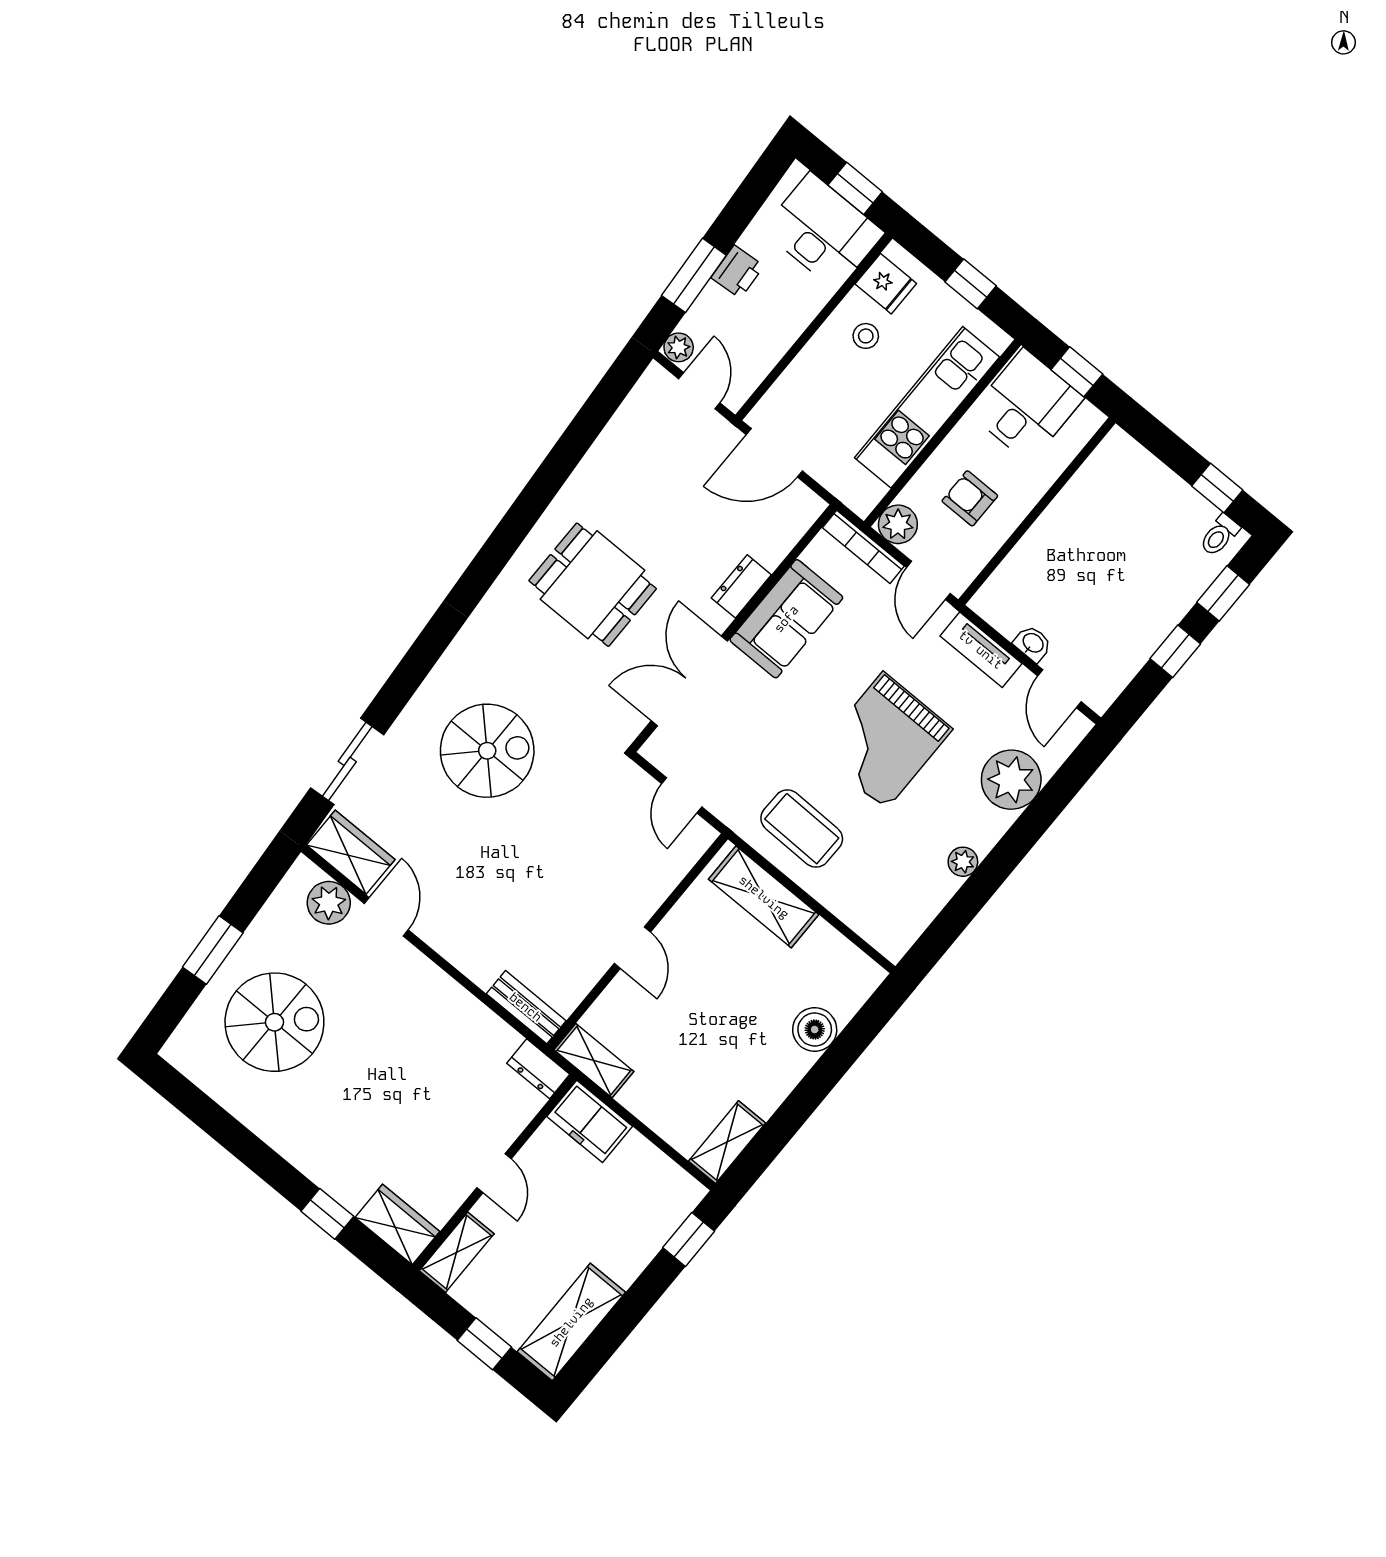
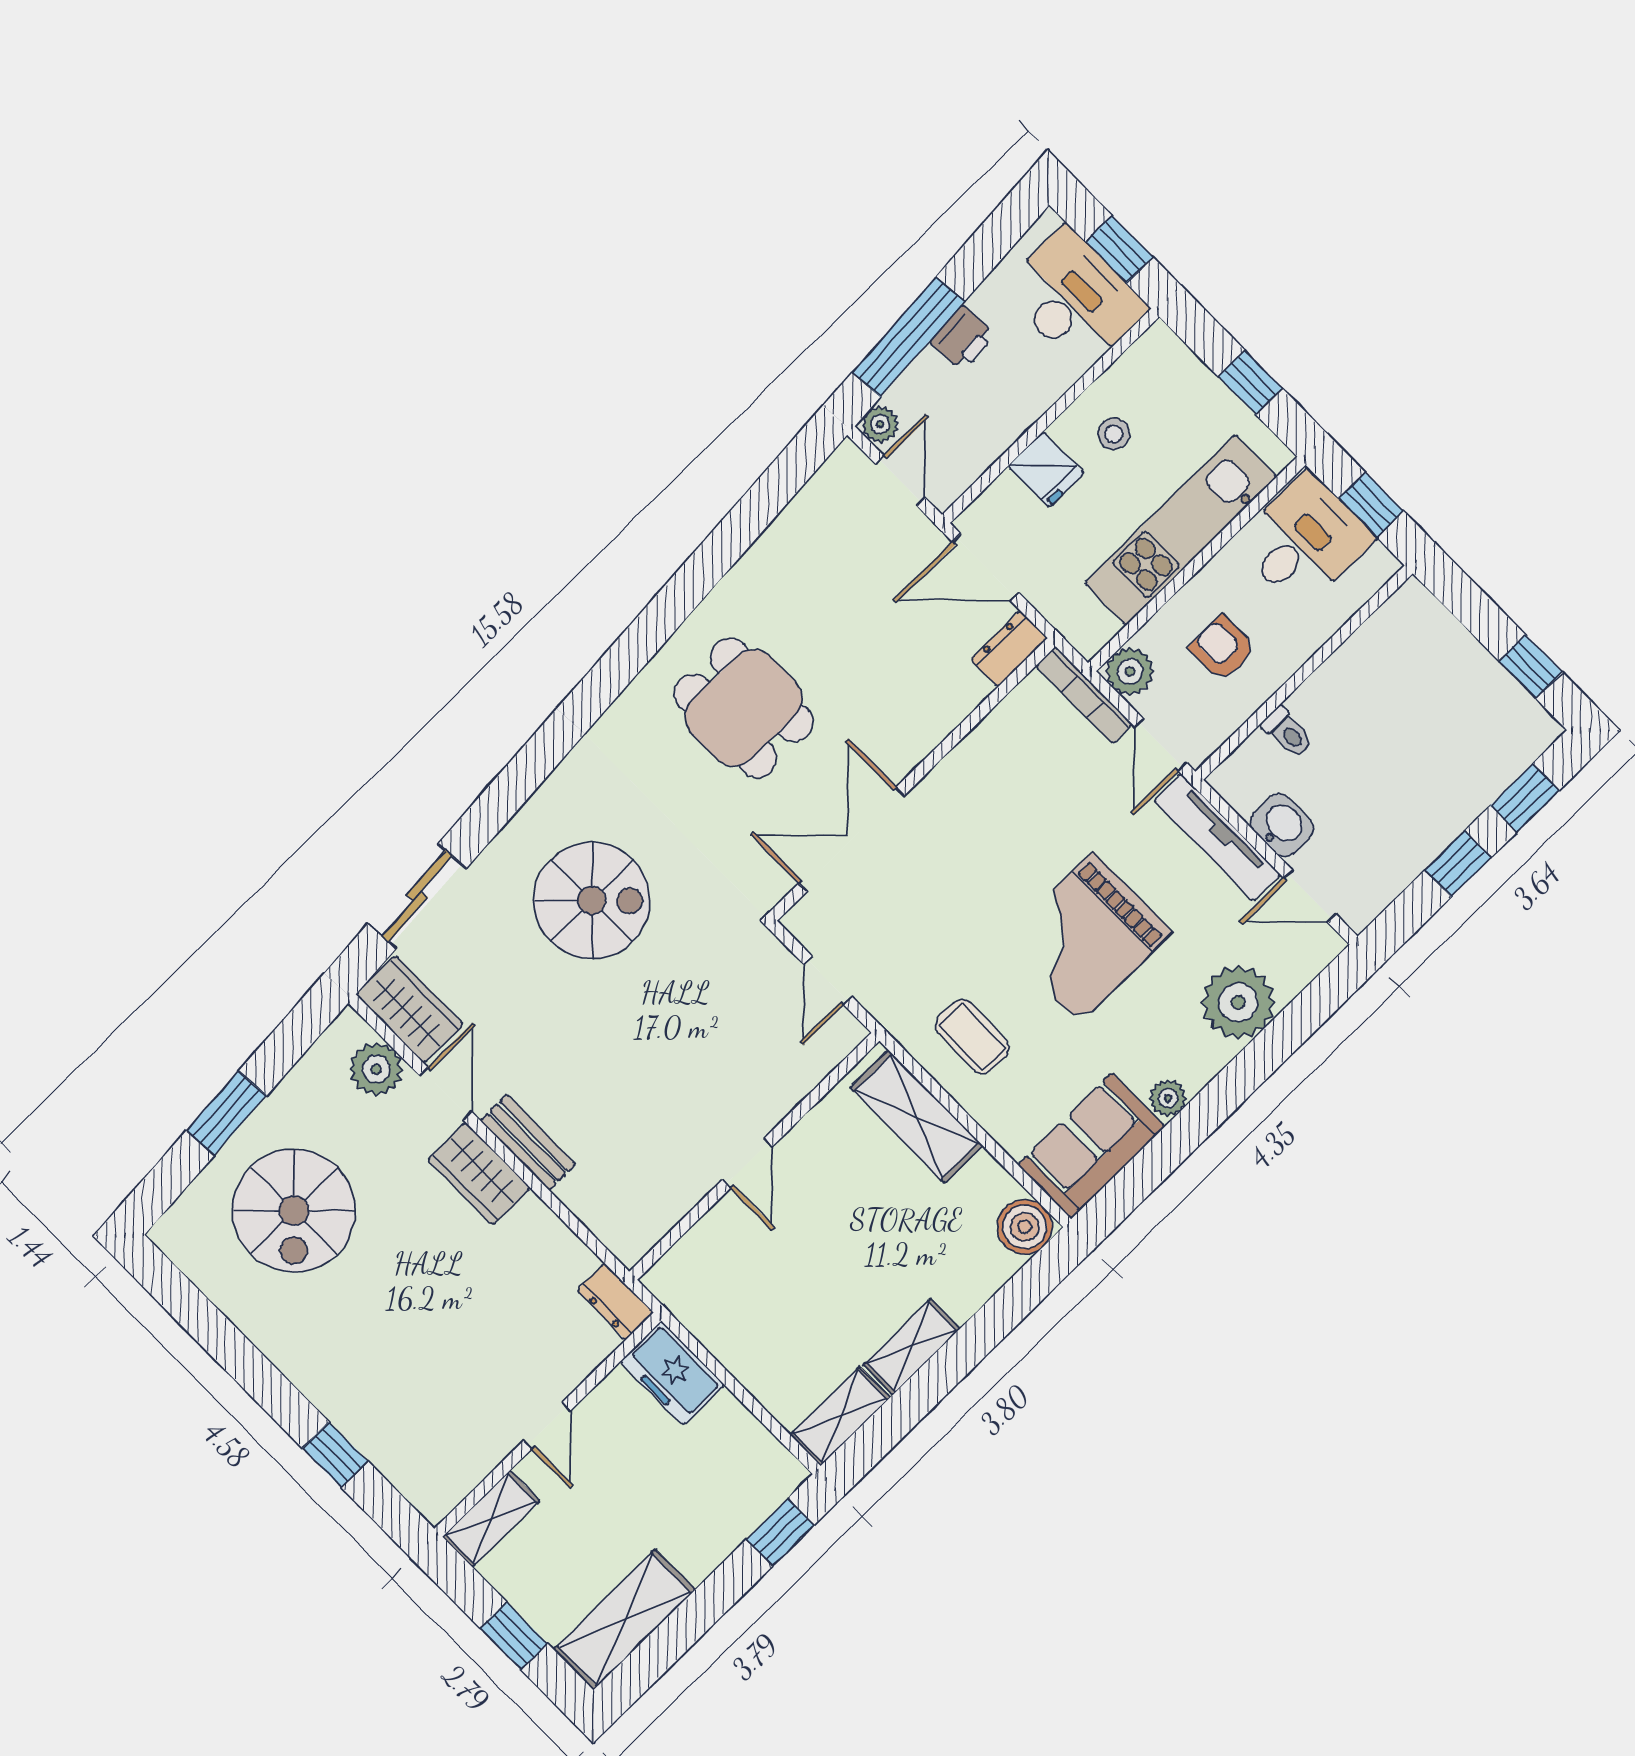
window: (694, 275) -> (908, 337), width x1.44
fridge: (886, 284) -> (1046, 469), moved
toilet: (1219, 535) -> (1287, 732), moved, turned -90
dresser: (741, 586) -> (1009, 649), moved
sofa: (786, 619) -> (1091, 1146), moved, turned 180
washbasin: (1033, 643) -> (1282, 825), width x1.38, depth x1.45
tv unit: (981, 650) -> (1217, 838), width x1.41
door: (1060, 689) -> (1310, 896), hinge flipped
coffee table: (802, 829) -> (972, 1037), width x0.73, depth x0.77
bench: (526, 1007) -> (528, 1142), moved
spiral stairs: (274, 1022) -> (294, 1210), turned 90
boiler: (815, 1029) -> (1025, 1227), moved
shelving: (594, 1061) -> (912, 1347), moved, turned 90
wardrobe: (397, 1225) -> (479, 1174), moved, turned 180

